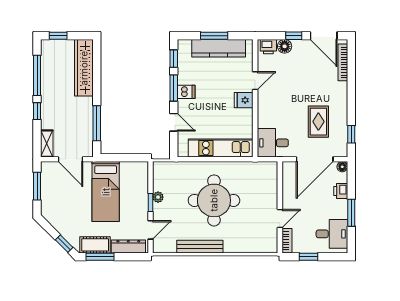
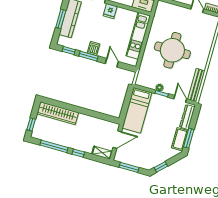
door: (174, 122) -> (112, 63), hinge flipped
window: (97, 123) -> (98, 115), removed
bed: (106, 192) -> (137, 110), moved, turned 90
window: (64, 244) -> (161, 167), moved
bench: (200, 247) -> (196, 85), moved

